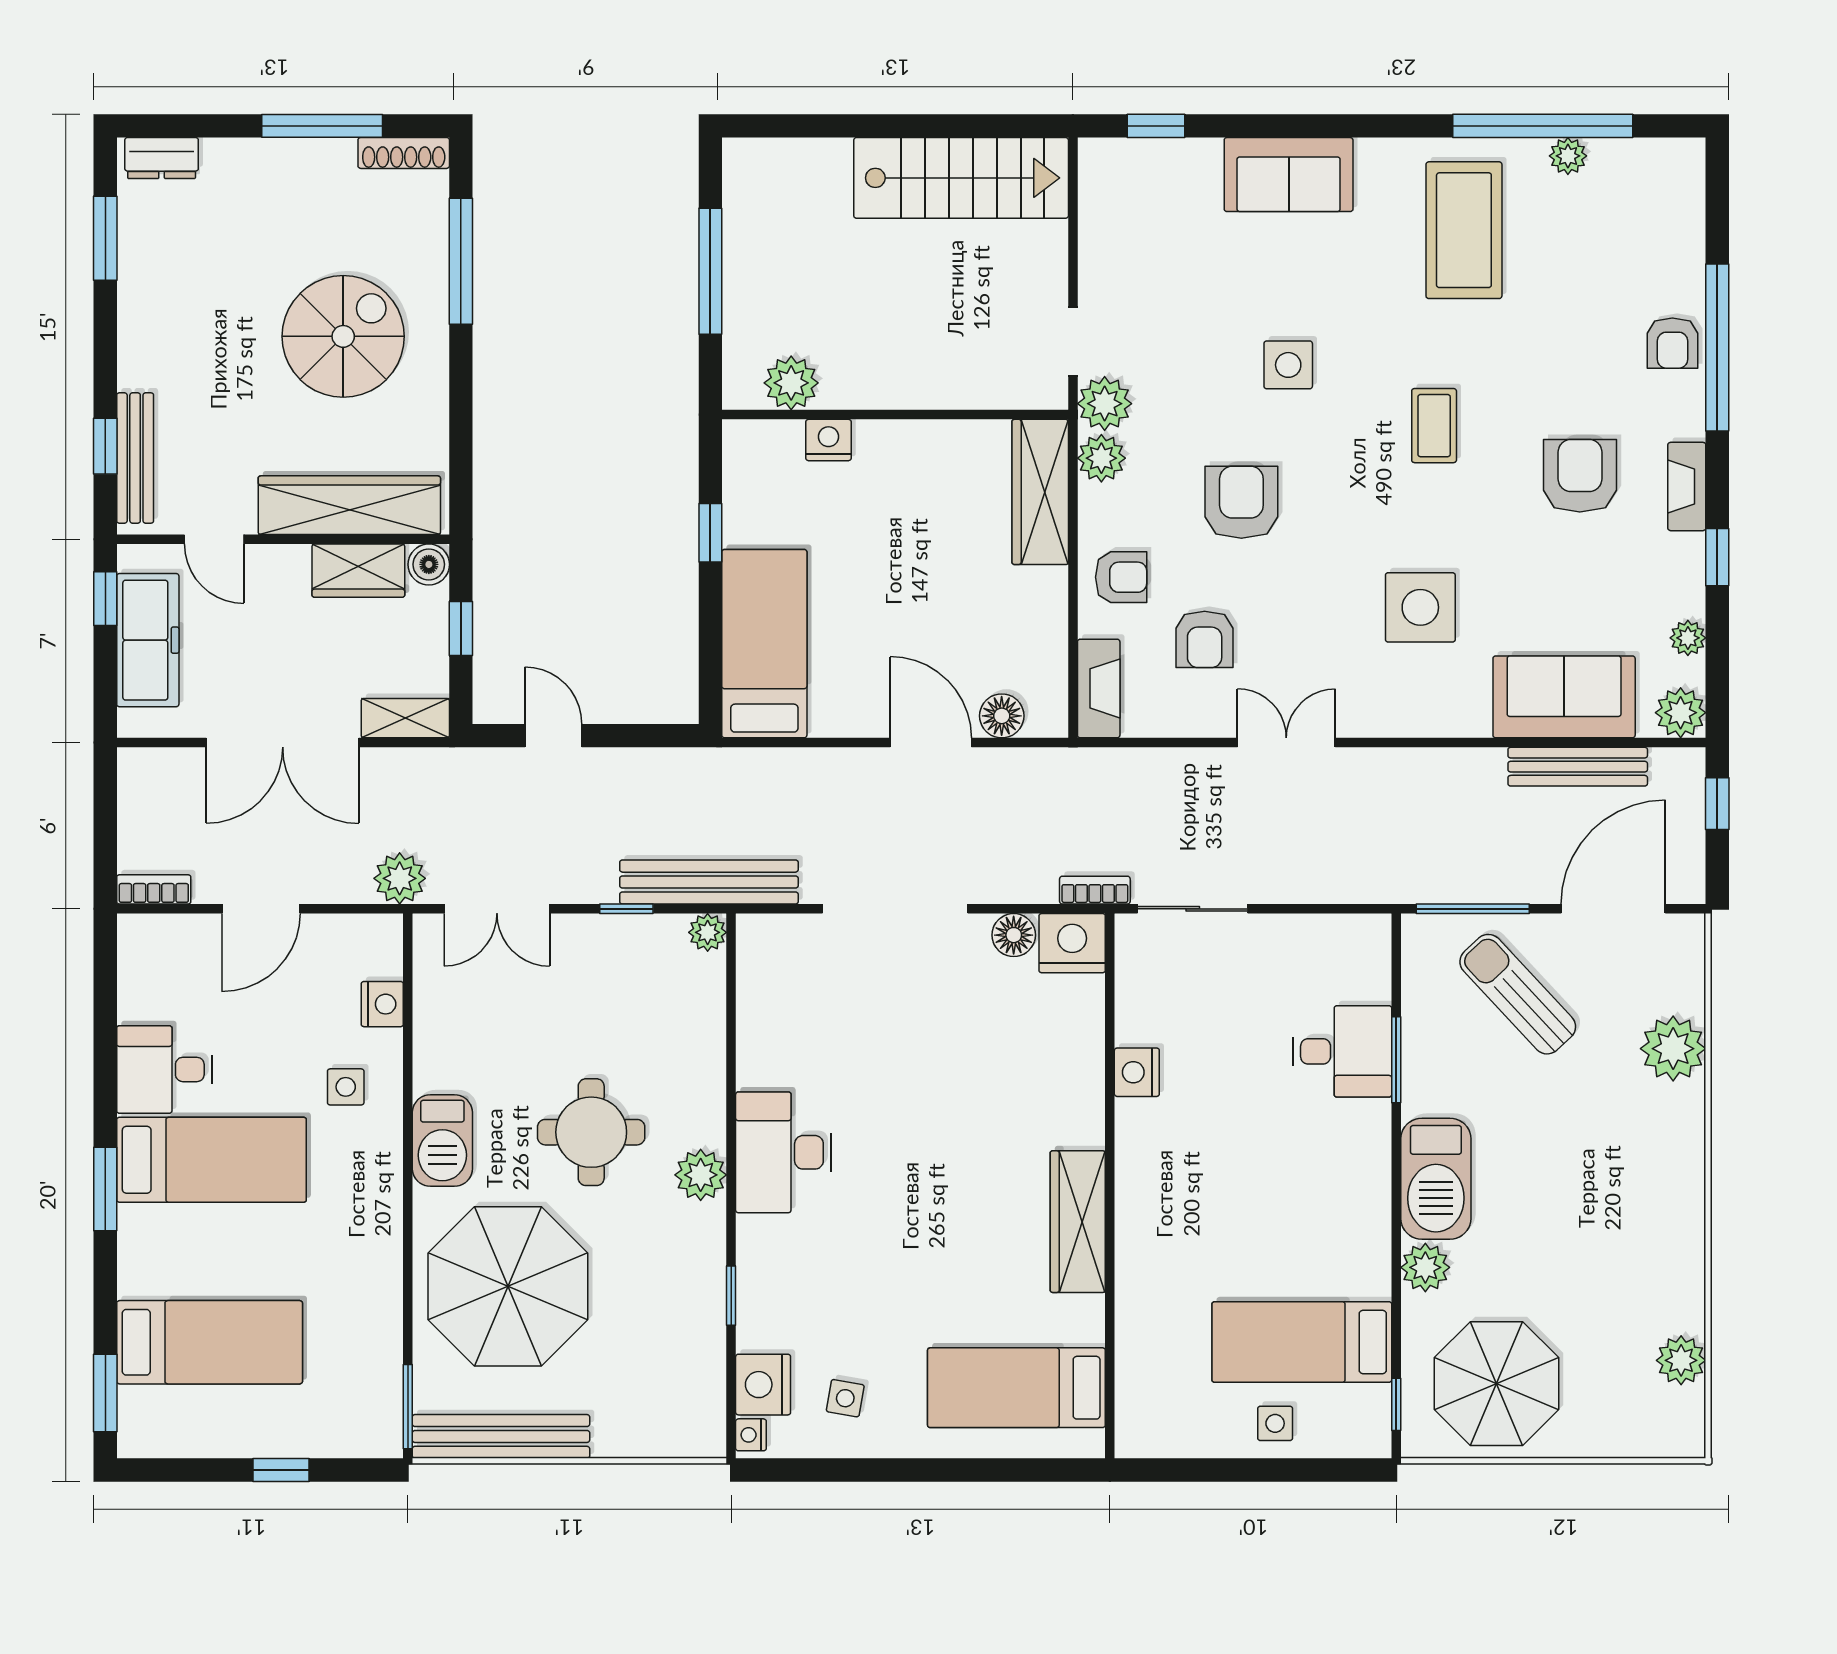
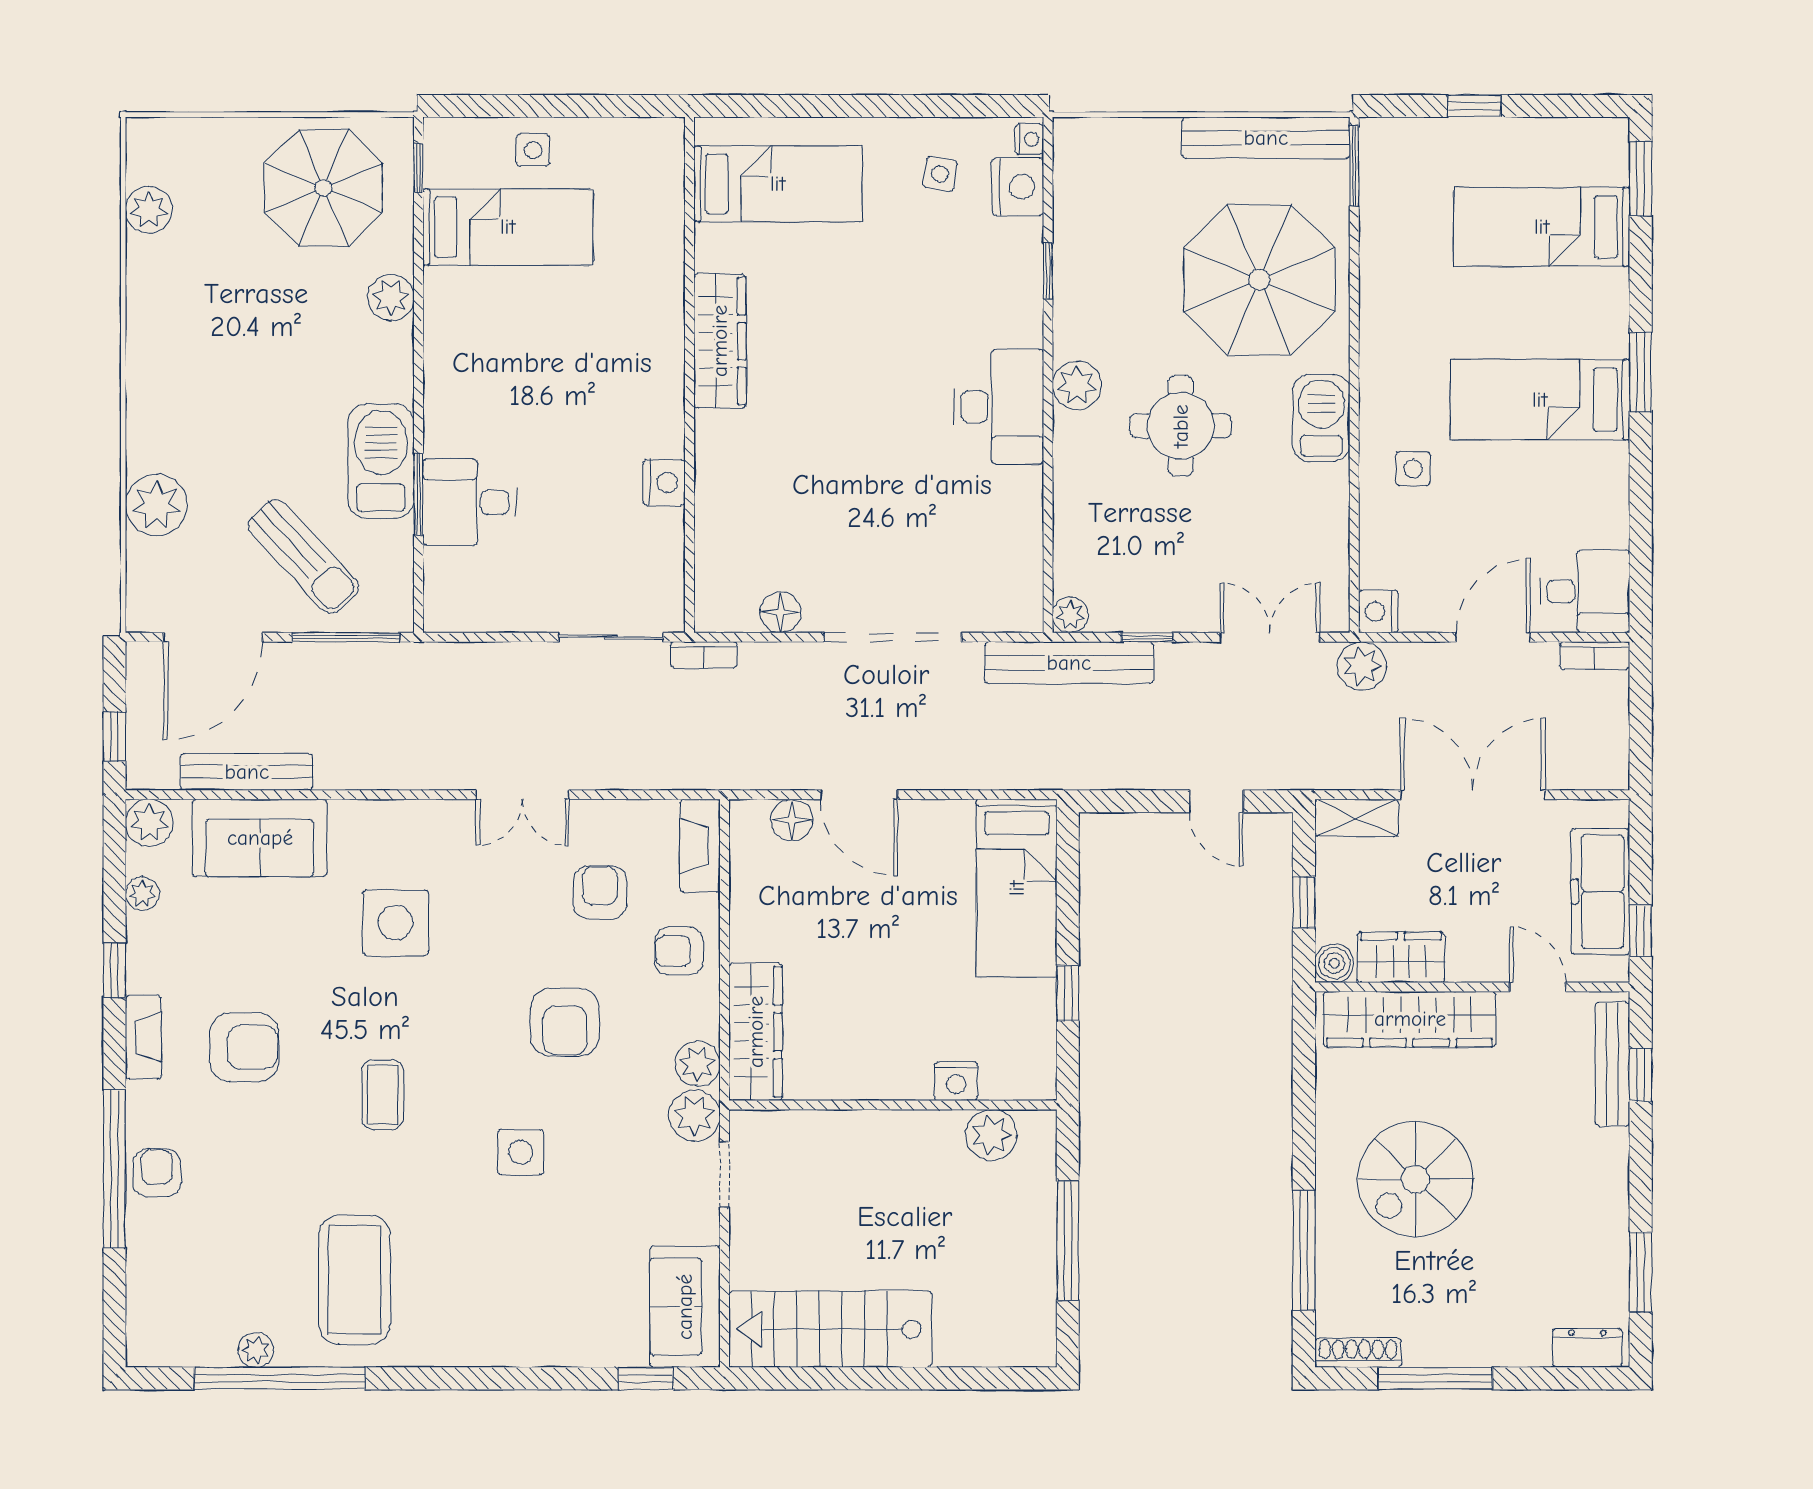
sofa: (1289, 175) -> (685, 1307), moved, turned -90
armchair: (1580, 476) -> (244, 1047), turned -90
nightstand: (1072, 943) -> (725, 605), removed
nightstand: (382, 1004) -> (1378, 611), moved
desk: (164, 1069) -> (1585, 591), moved
barbecue: (1436, 1179) -> (381, 461), moved

